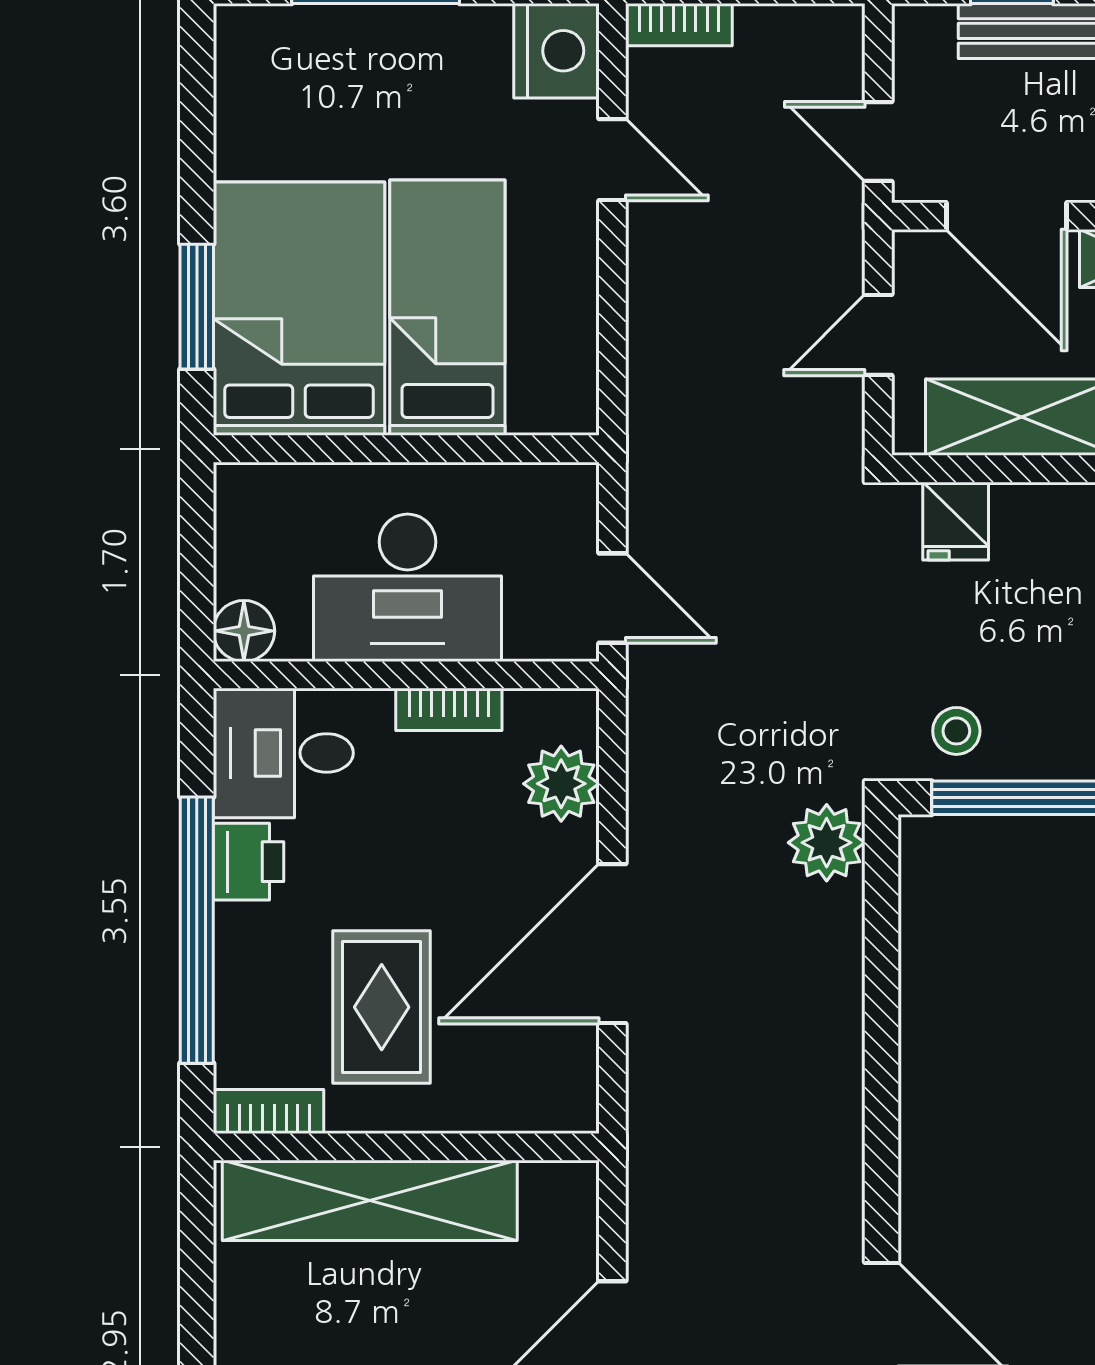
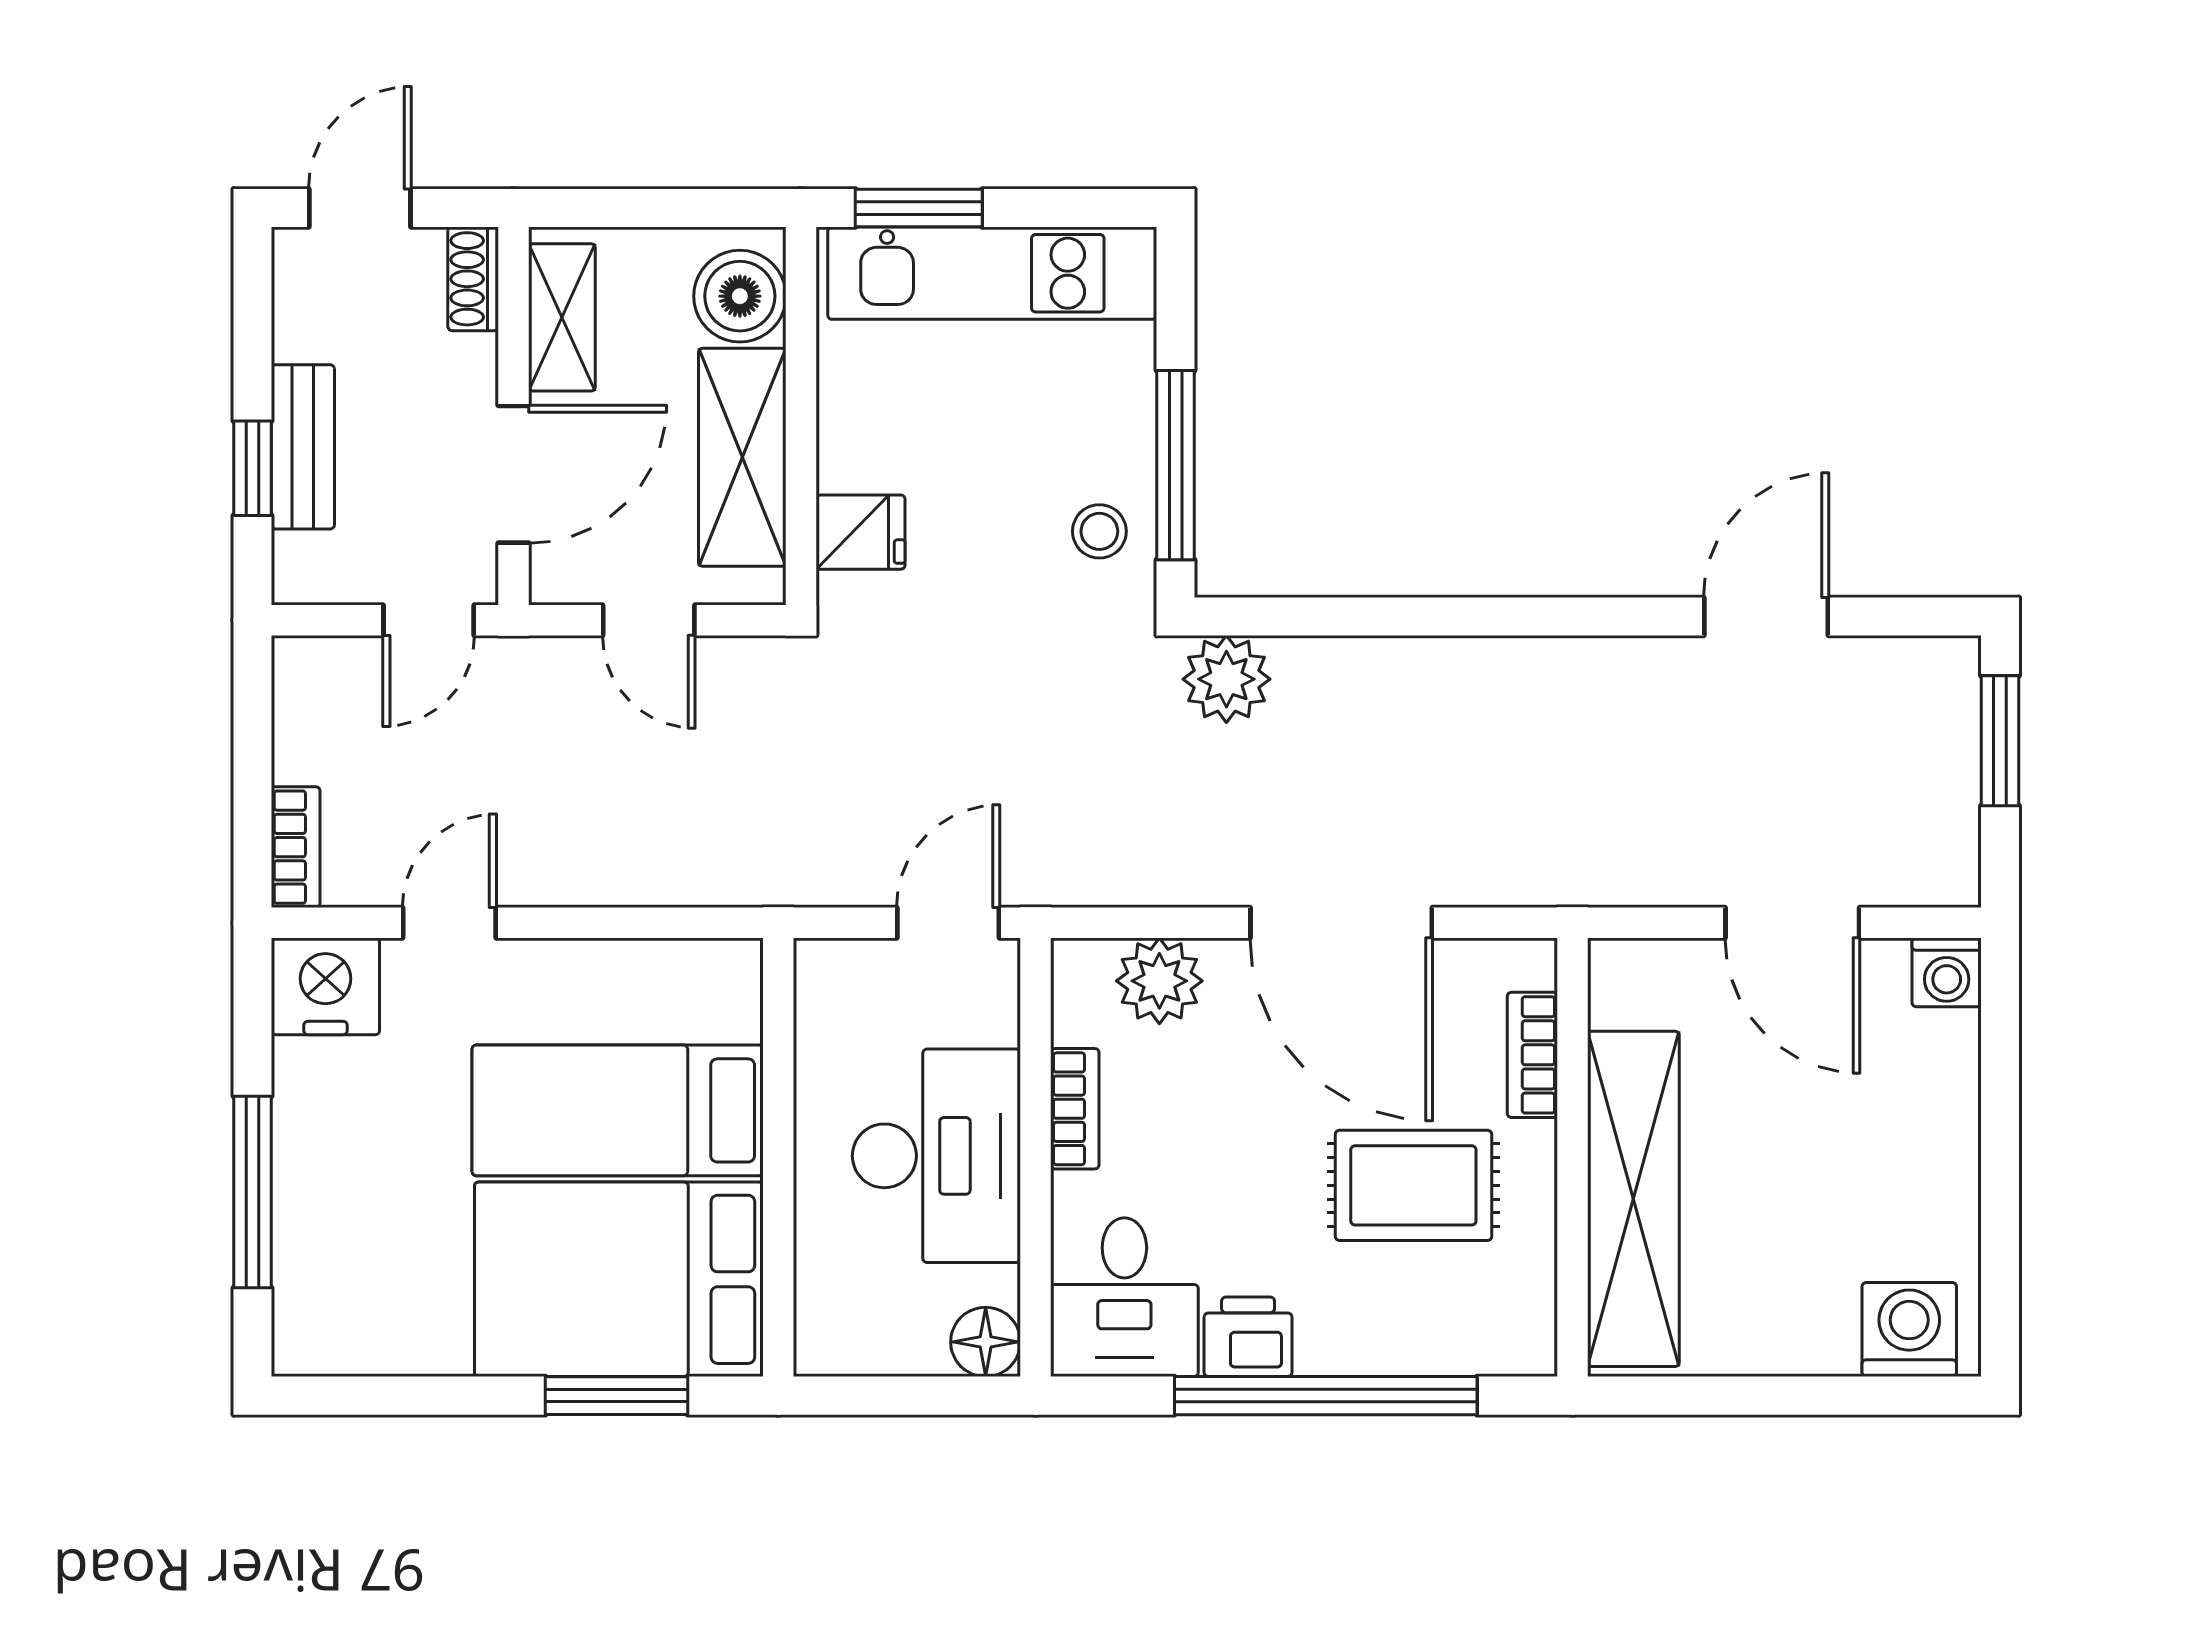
bookcase: (269, 1112) -> (1532, 1055), moved

